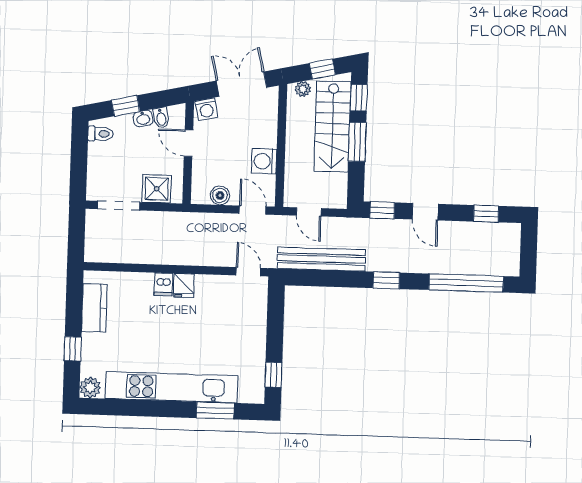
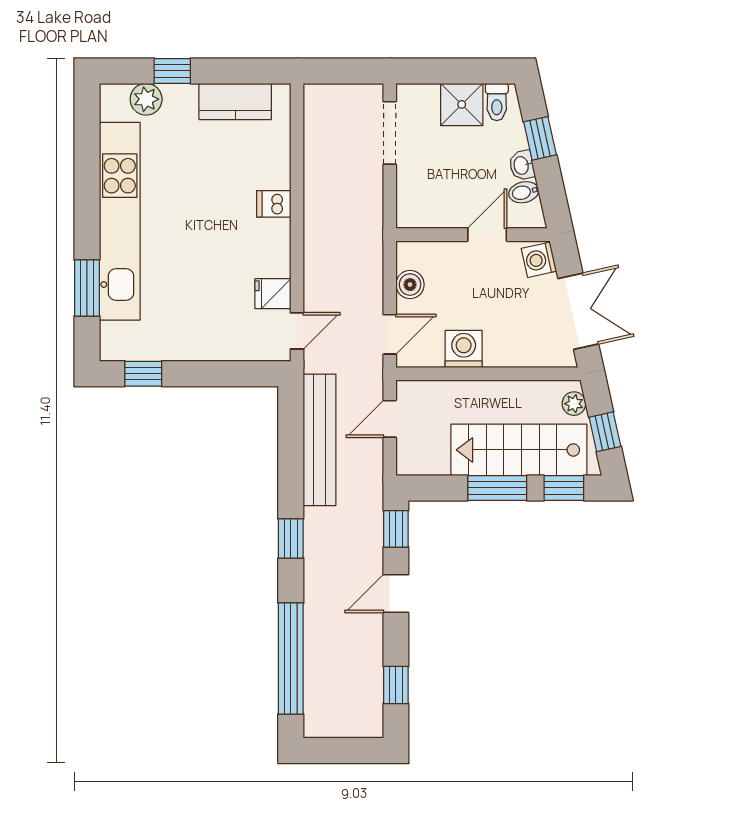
shower: (157, 189) -> (462, 104), moved
fridge: (184, 286) -> (273, 294), moved
plant: (90, 387) -> (146, 99), moved

